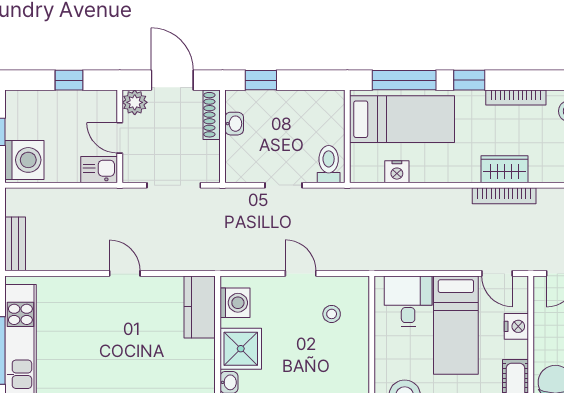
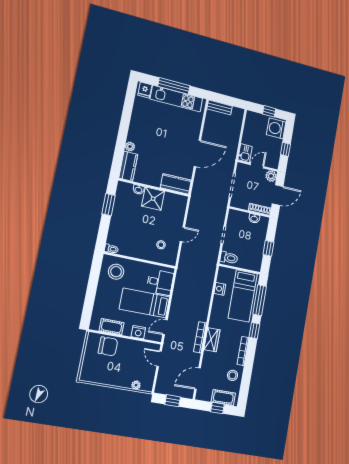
window: (261, 80) -> (268, 248), moved
washing machine: (24, 160) -> (276, 128), moved, turned 90
door: (125, 273) -> (197, 153), width x1.87
washing machine: (235, 303) -> (175, 201), removed

